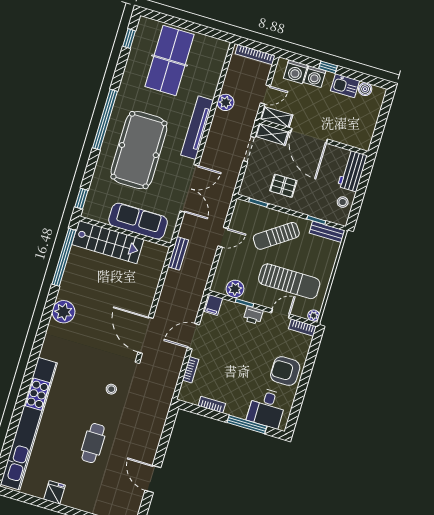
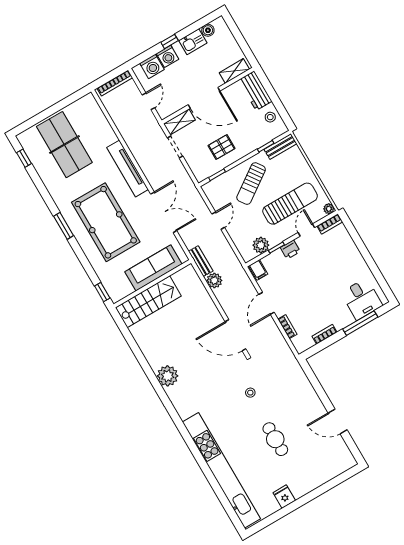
plant: (225, 102) -> (214, 280), moved
shelving: (276, 117) -> (234, 71), moved
window: (105, 120) -> (64, 226), width x0.47
window: (64, 257) -> (131, 341), removed
armchair: (285, 371) -> (348, 263), removed

